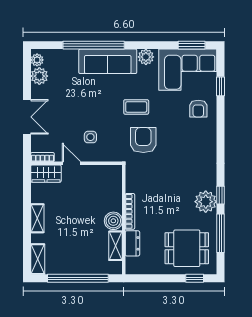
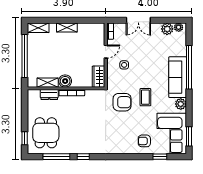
wardrobe: (46, 174) -> (98, 77), moved
plant: (206, 202) -> (79, 146), removed

